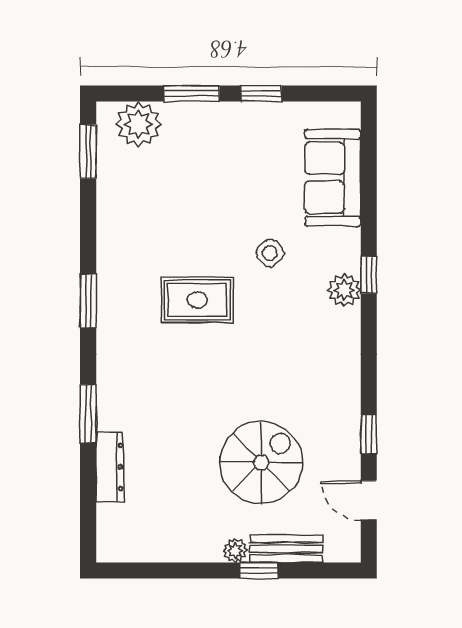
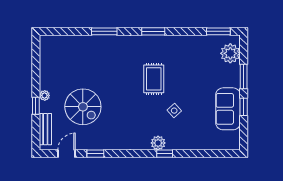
sofa: (333, 178) -> (228, 109), moved, turned -90
dresser: (110, 467) -> (81, 41), removed
bench: (286, 549) -> (45, 129), moved

